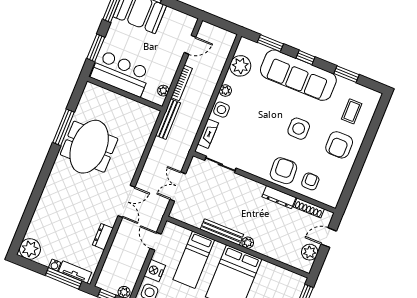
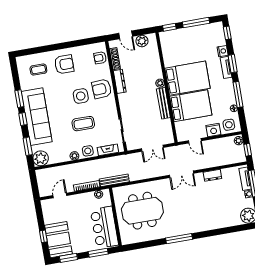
door: (190, 45) -> (60, 195), hinge flipped
plant: (240, 66) -> (41, 158), moved
window: (347, 74) -> (19, 99), moved
coffee table: (256, 124) -> (83, 124), added
window: (63, 127) -> (179, 239), moved
side table: (299, 129) -> (81, 96), moved
meeting table: (89, 147) -> (142, 211), moved
armchair: (310, 181) -> (100, 58), moved
double door: (126, 201) -> (181, 174), swing flipped
door: (156, 241) -> (195, 141), hinge flipped
bed: (194, 260) -> (191, 106), width x1.50

